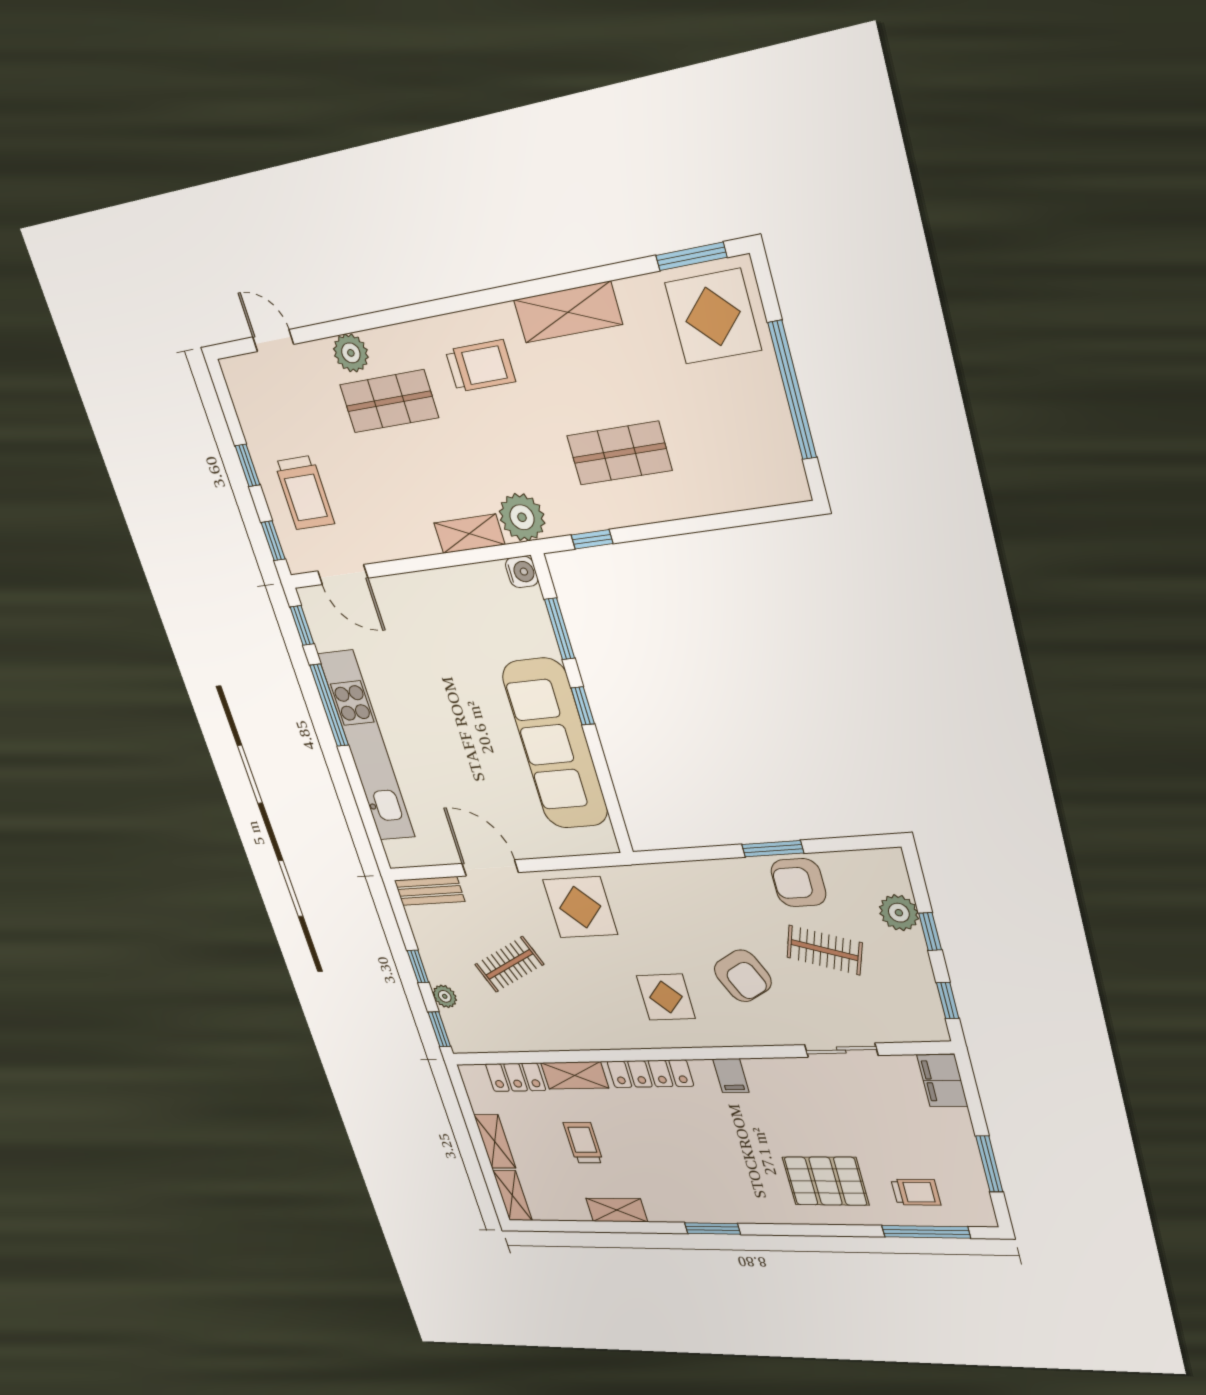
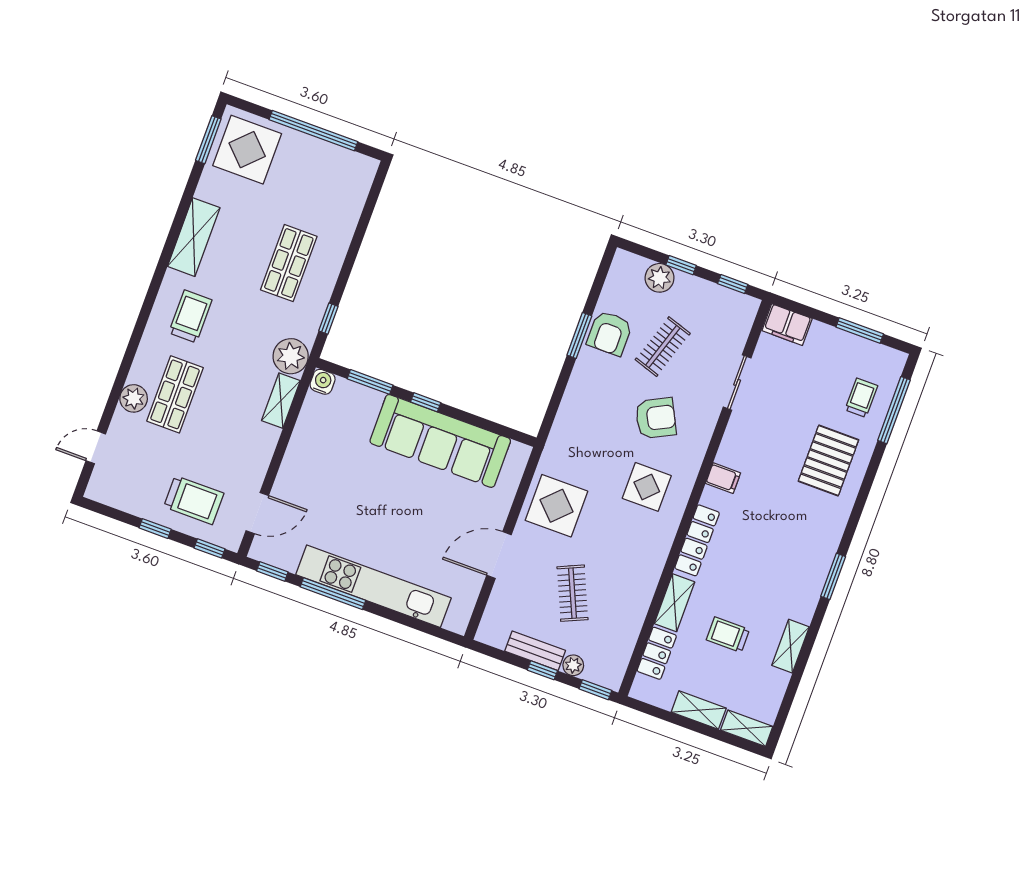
bench: (429, 891) -> (535, 651), moved, turned 90

